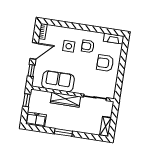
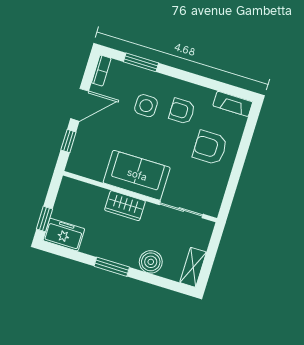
window: (63, 24) -> (141, 62), added
sofa: (58, 81) -> (137, 175), moved
window: (27, 100) -> (44, 219), moved
wardrobe: (65, 100) -> (125, 206), width x0.67
boiler: (83, 127) -> (151, 262), added

